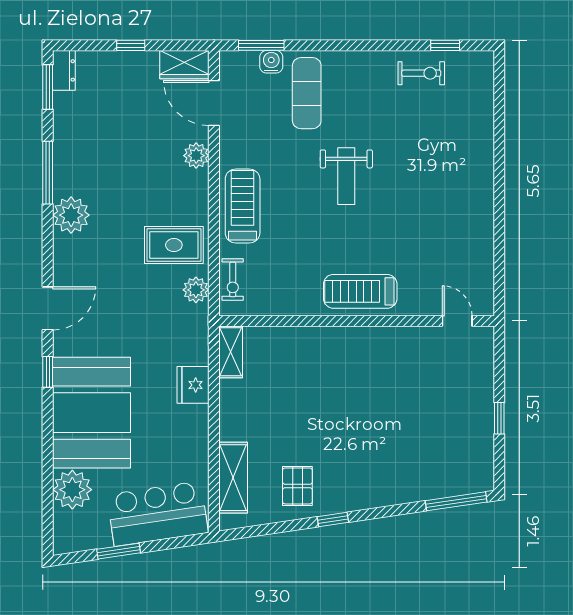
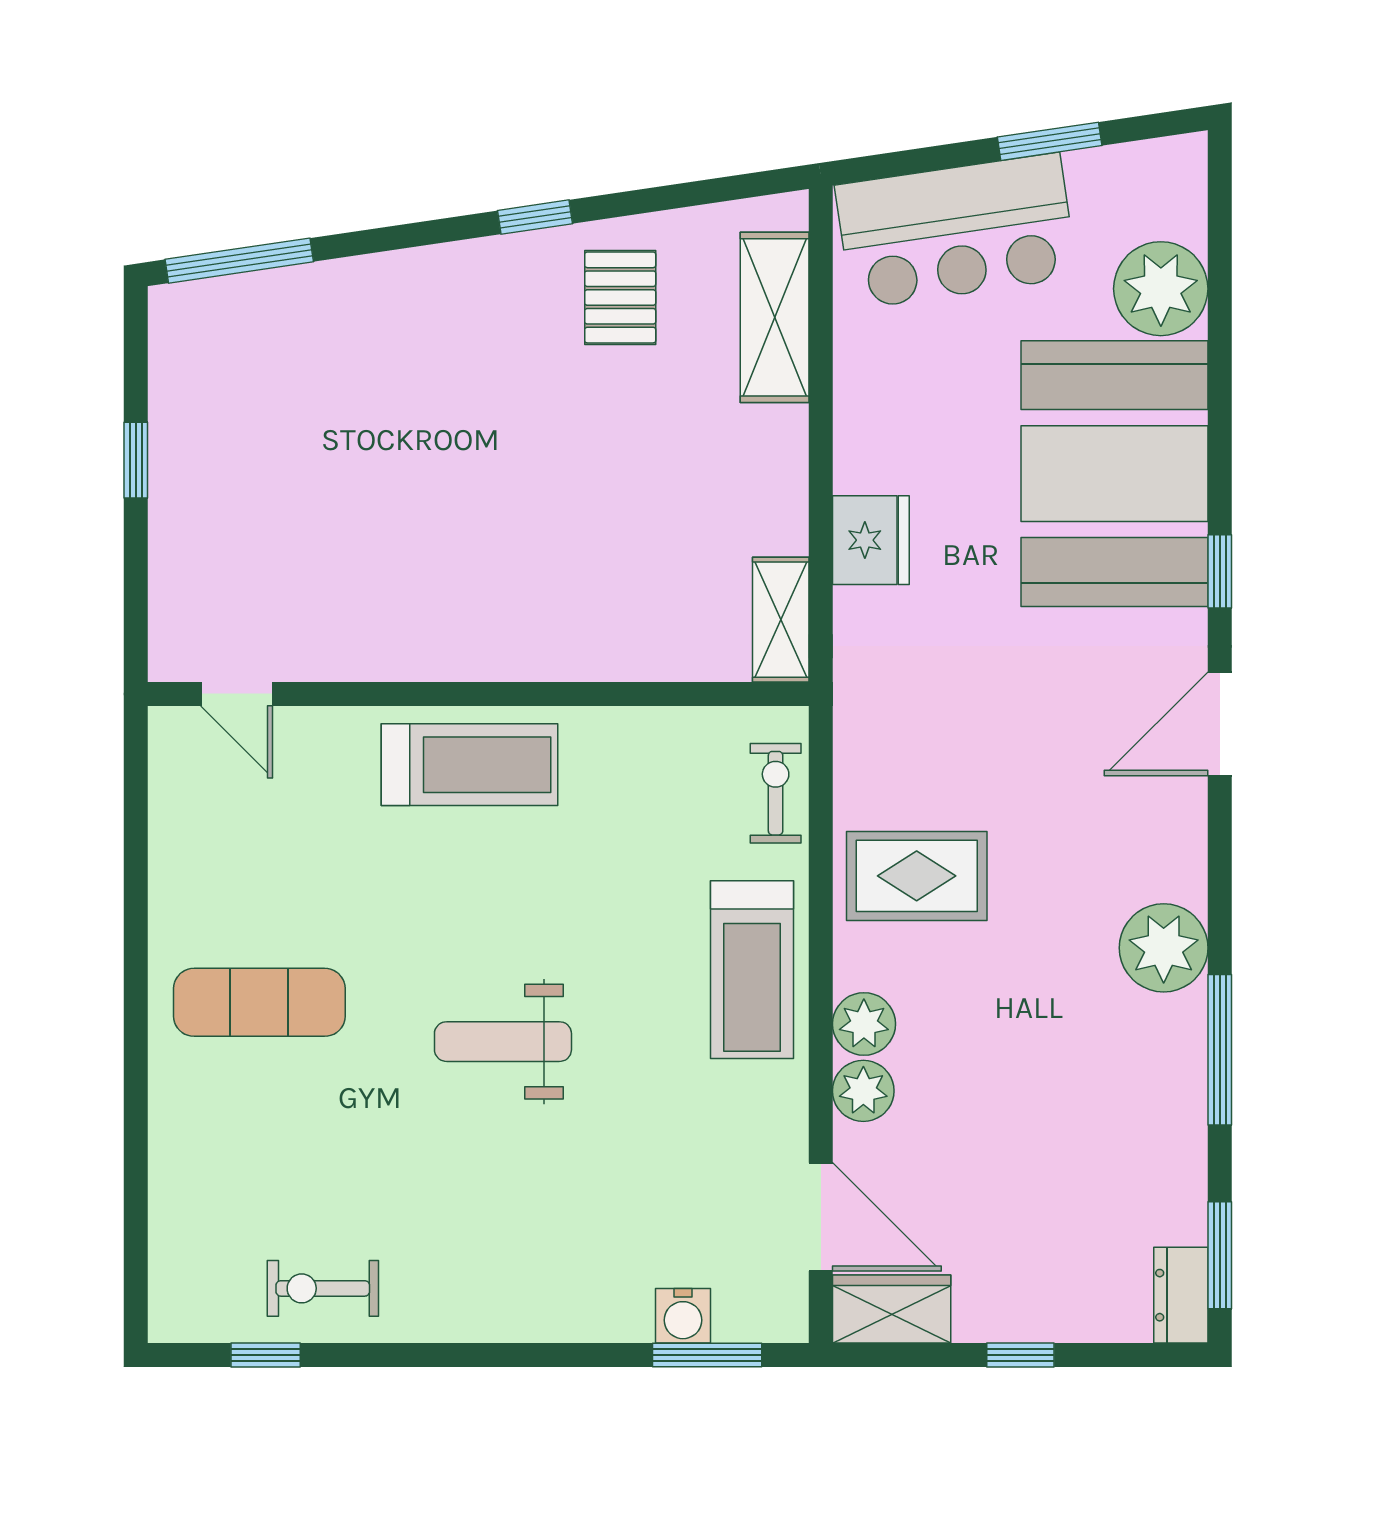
exercise mat: (307, 93) -> (259, 1002), moved, turned 90
weight bench: (346, 176) -> (503, 1042), turned -90
plant: (196, 290) -> (864, 1024), moved

